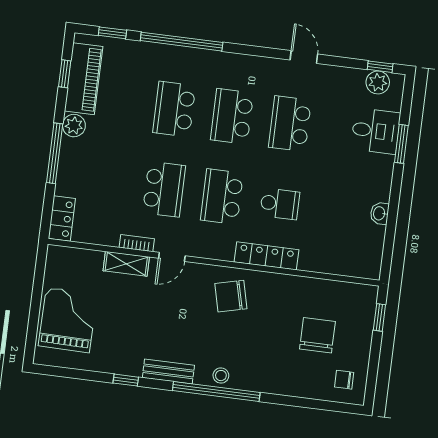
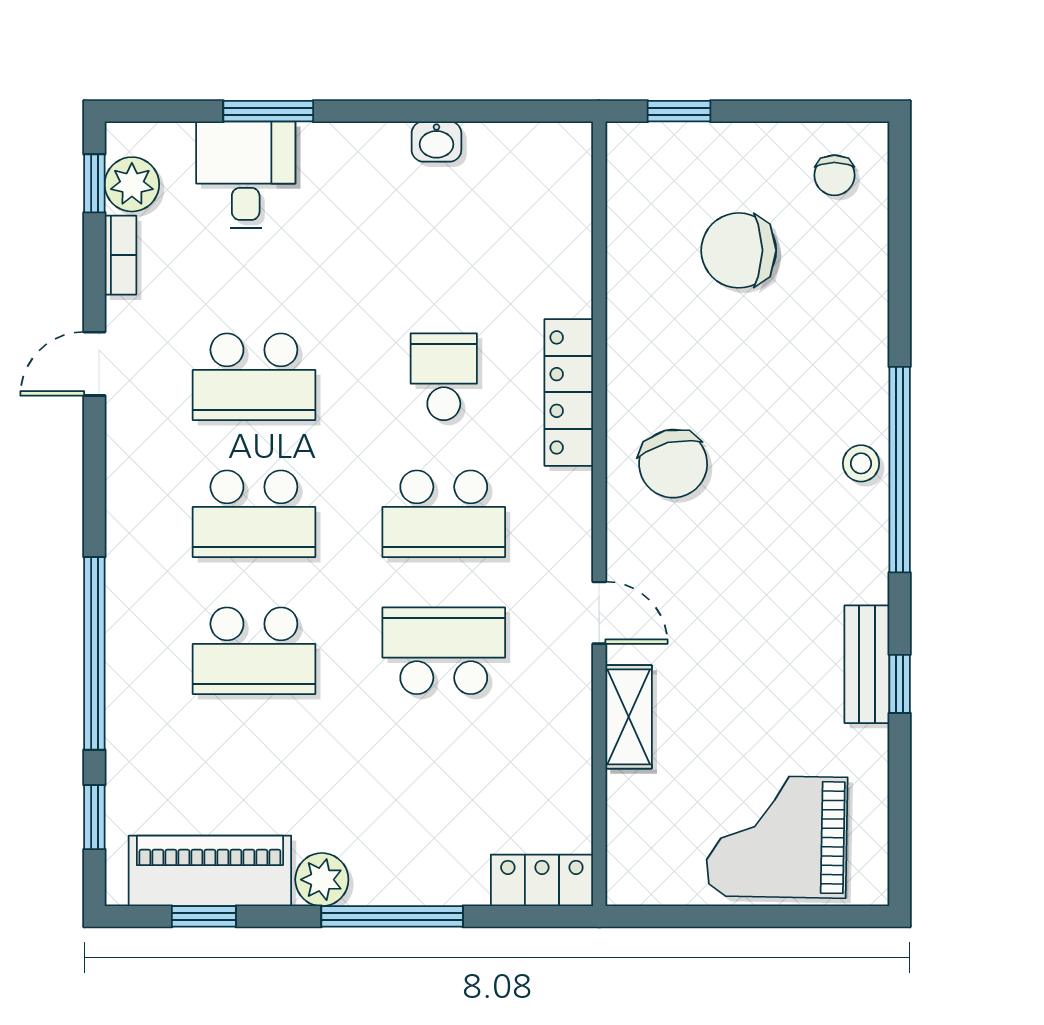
bookcase: (137, 243) -> (120, 255), moved, turned 180
bench: (168, 371) -> (867, 664), moved

